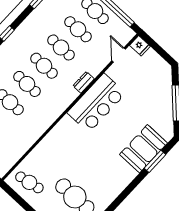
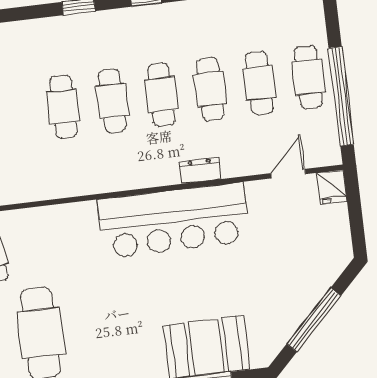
bar counter: (96, 103) -> (174, 220), width x1.36

